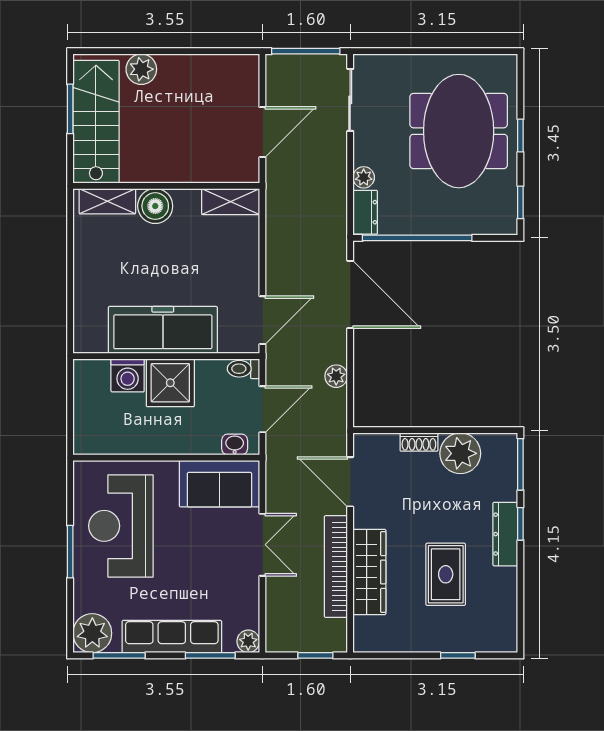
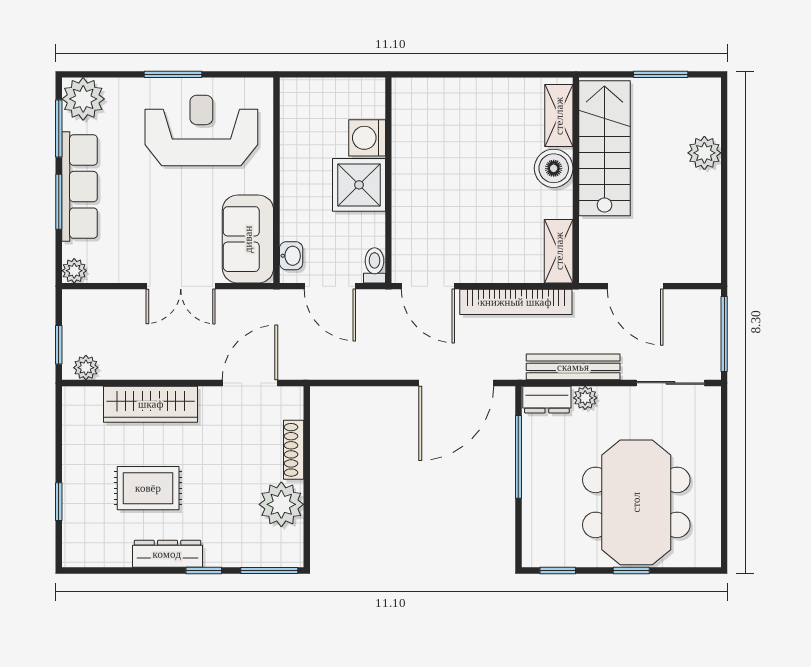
stairs: (96, 122) -> (604, 148), moved, turned -90
meeting table: (459, 131) -> (636, 502), turned 90
bench: (336, 188) -> (573, 367), added
window: (417, 238) -> (518, 457), width x0.68
freezer: (163, 330) -> (417, 177), removed
plant: (336, 376) -> (86, 368), moved
shoe rack: (419, 442) -> (294, 450), width x1.43
dresser: (505, 534) -> (167, 554), moved
bookcase: (336, 567) -> (516, 302), moved, turned 180
window: (210, 655) -> (59, 202), moved

